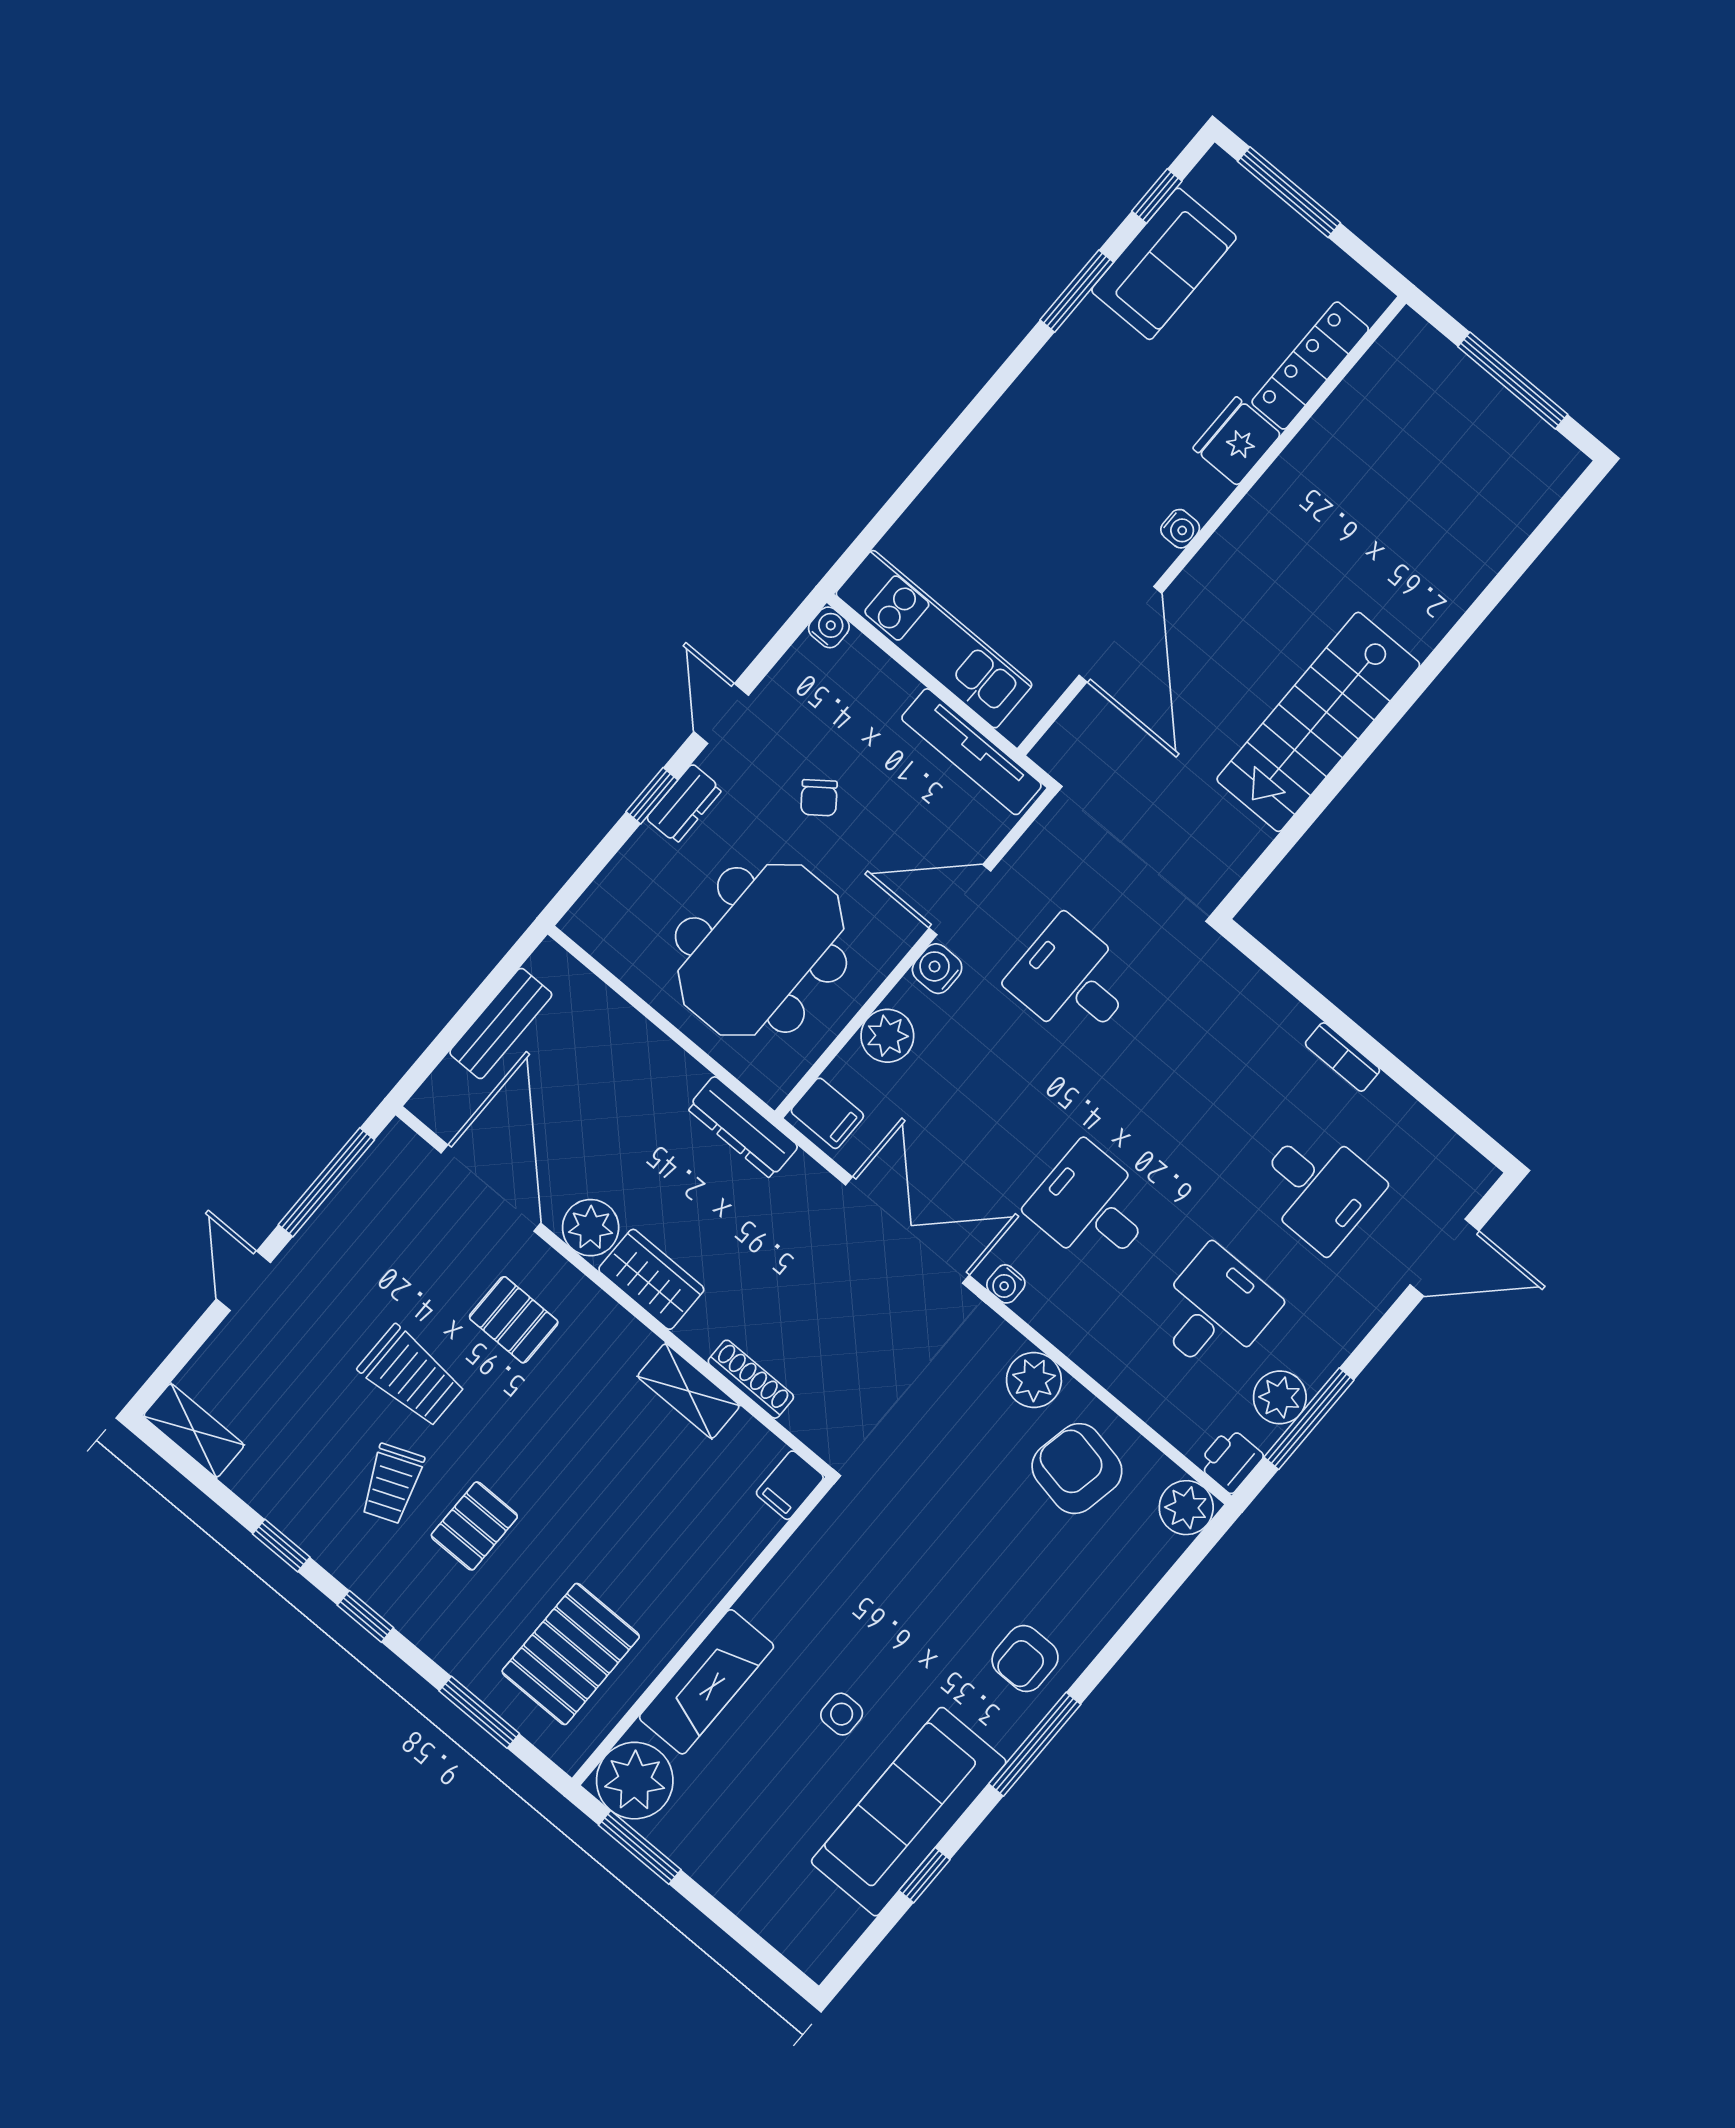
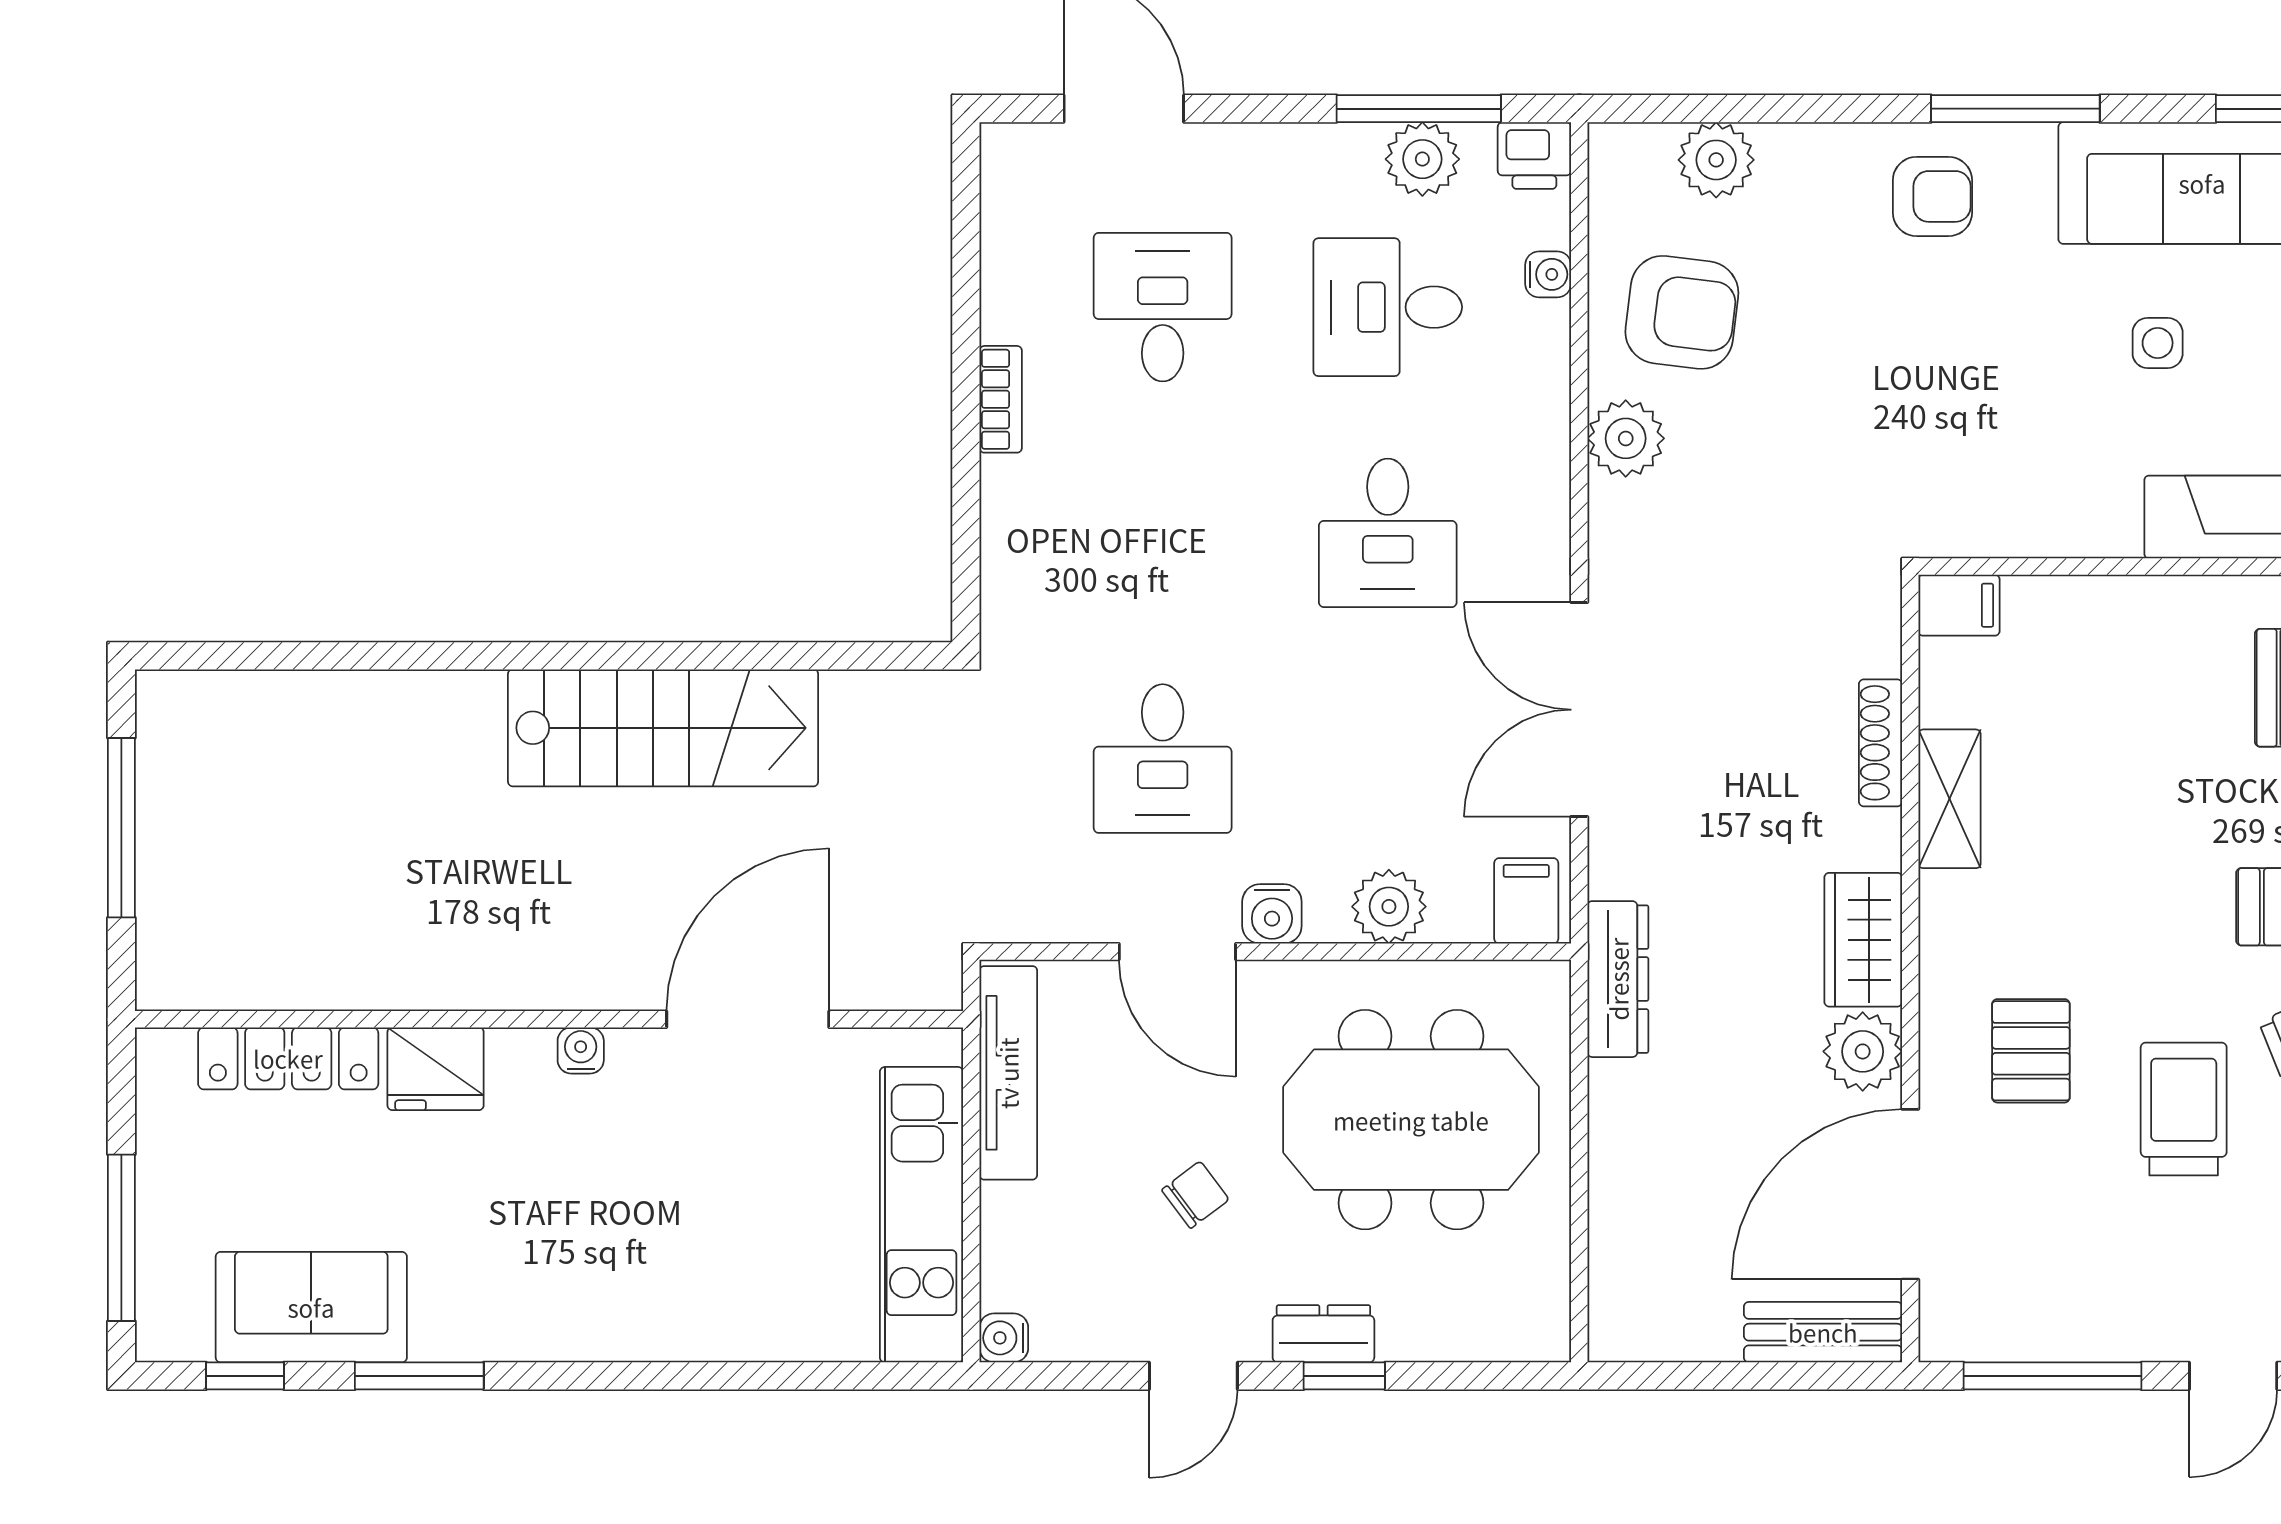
bench: (501, 1024) -> (1823, 1332), moved
water cooler: (1006, 1284) -> (1548, 274), moved
armchair: (1077, 1469) -> (1682, 312), turned -94
plant: (1186, 1508) -> (1716, 160), moved

